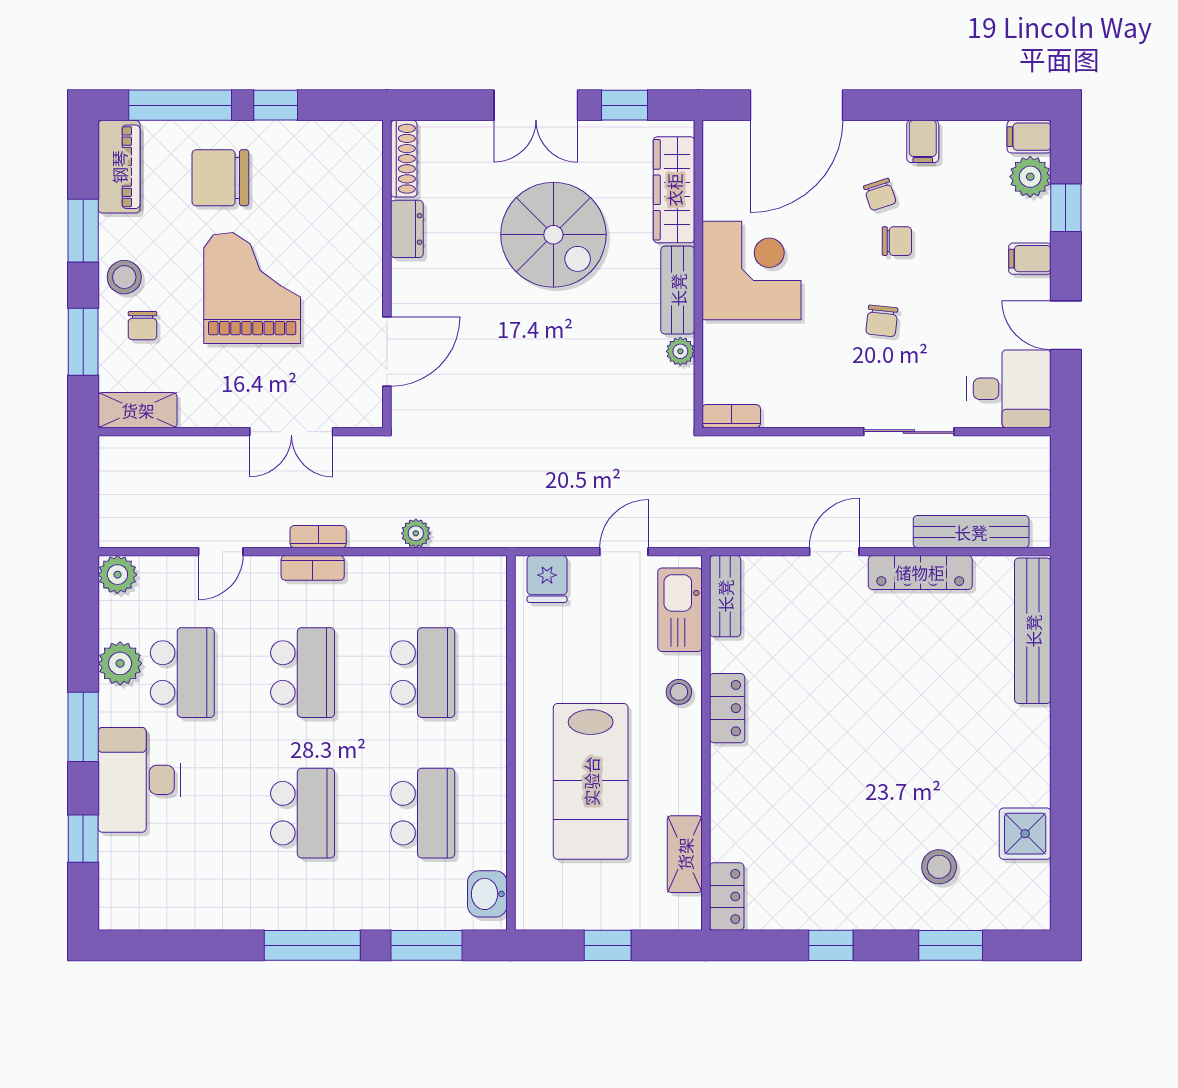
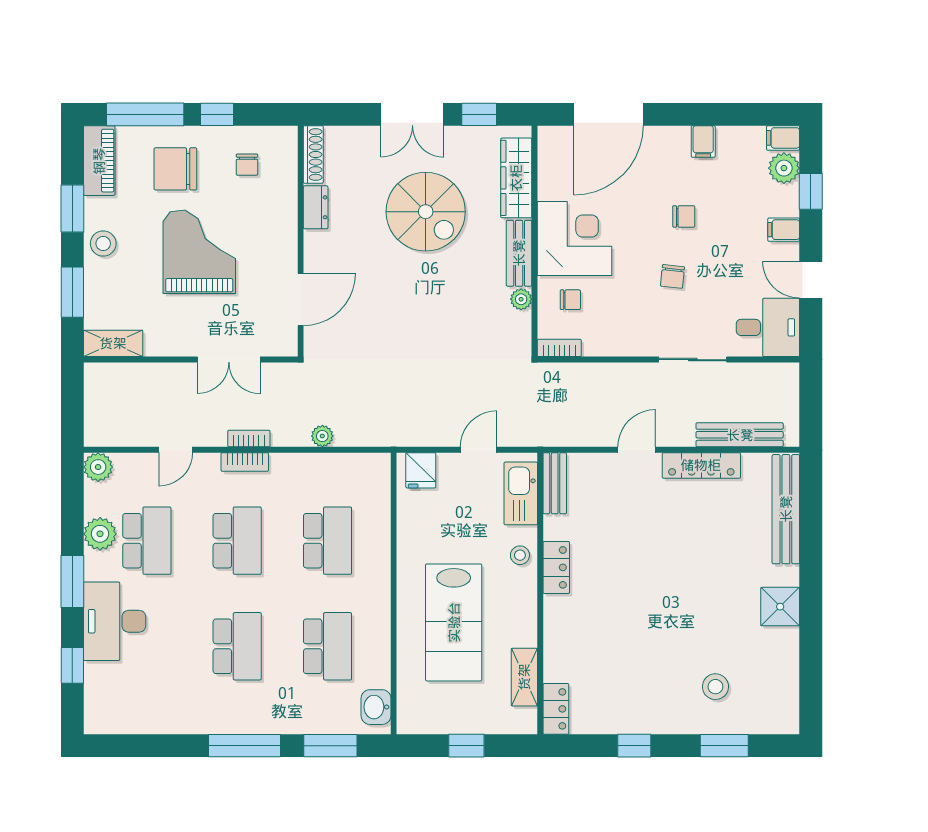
chair: (880, 195) -> (570, 300), moved, turned -72
chair: (142, 326) -> (247, 165), moved
shower: (1025, 834) -> (780, 607), moved

